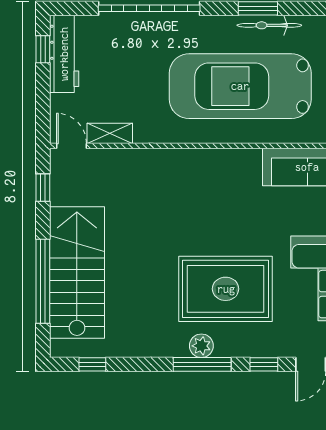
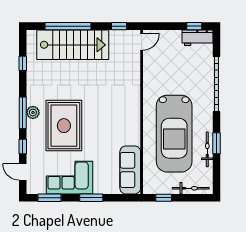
workbench: (64, 54) -> (197, 38), width x0.73
car: (240, 86) -> (174, 134), turned 180
shelving: (110, 133) -> (148, 63), removed
window: (92, 364) -> (23, 63), moved

